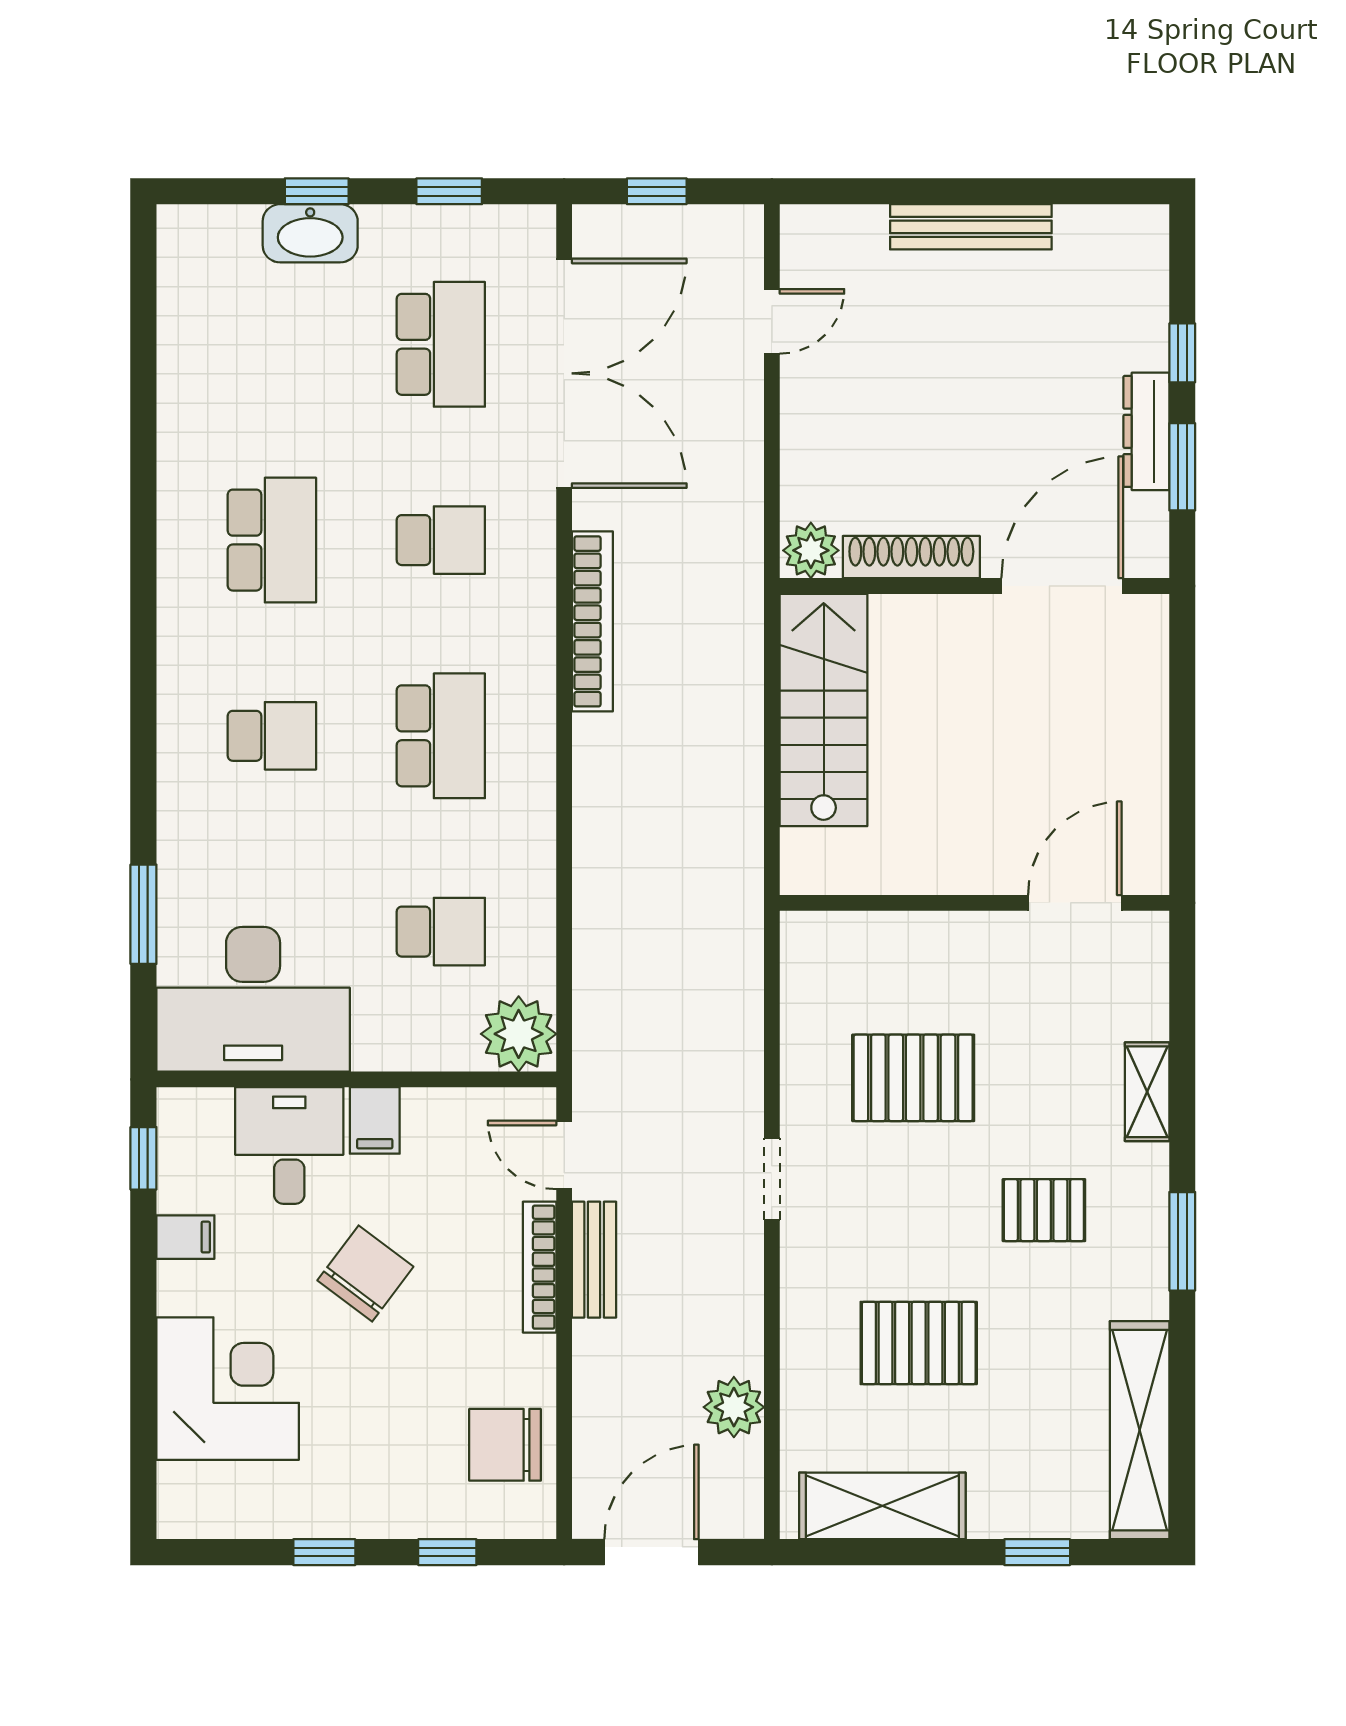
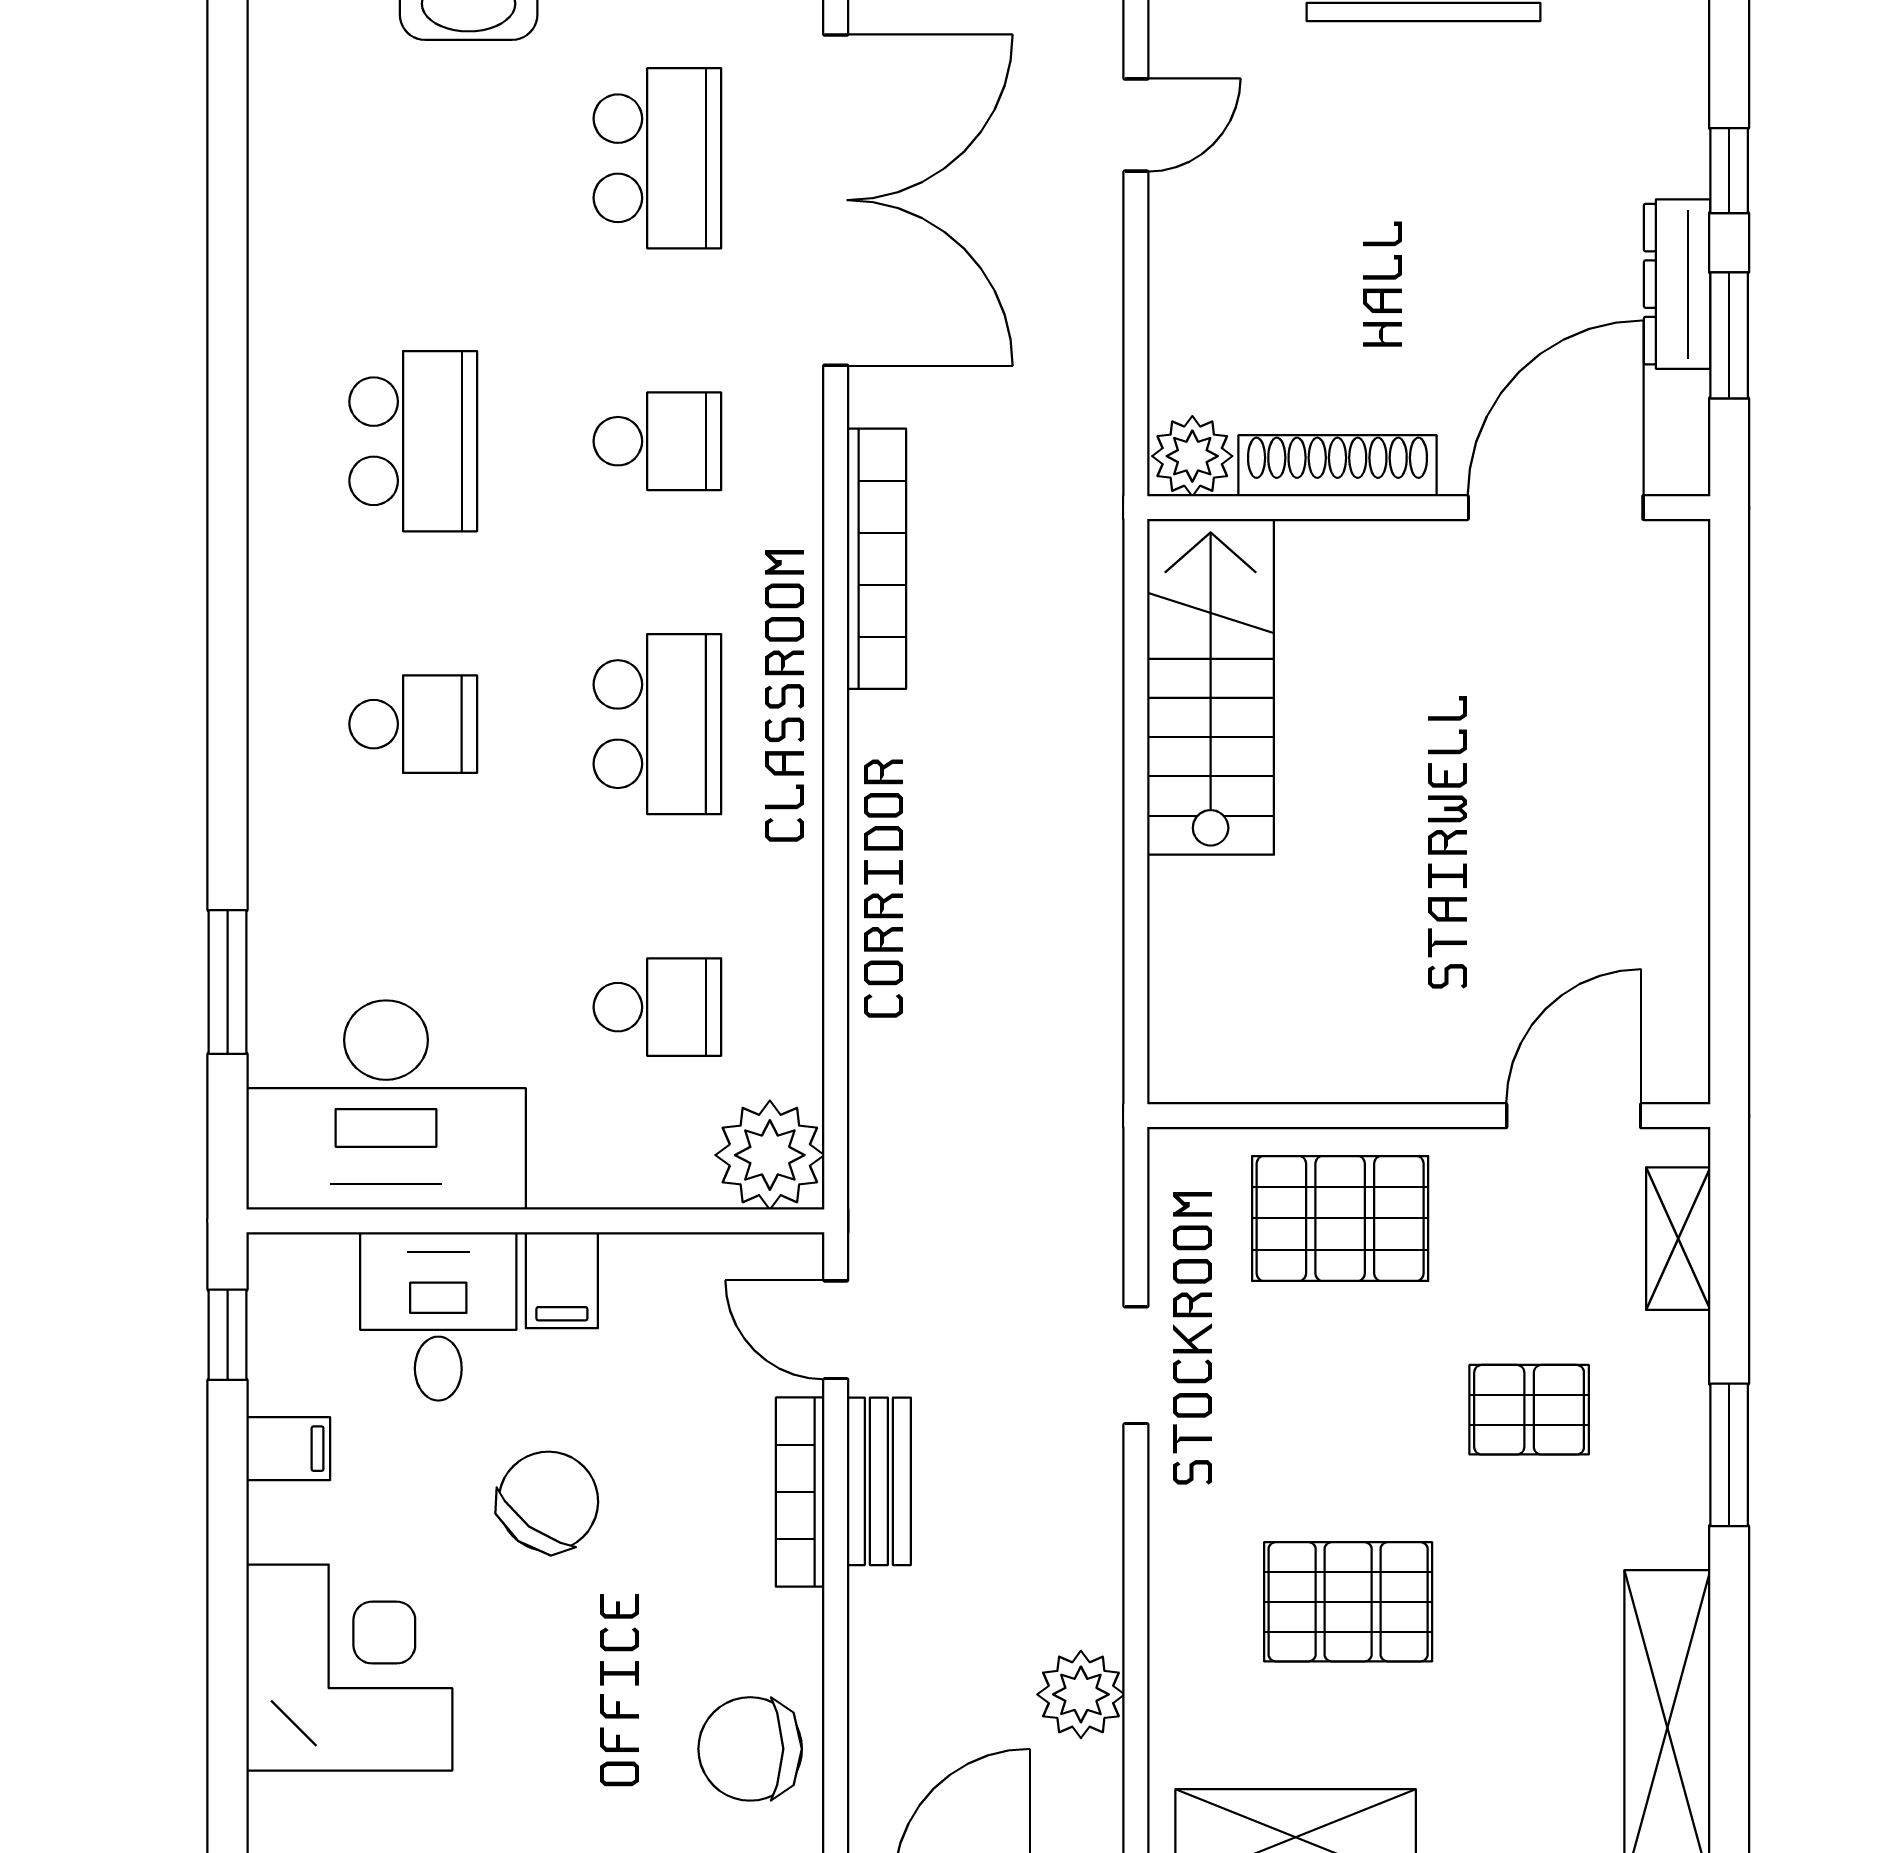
wall: (974, 903) -> (1429, 1116), moved
door: (1075, 903) -> (1574, 1116), moved

